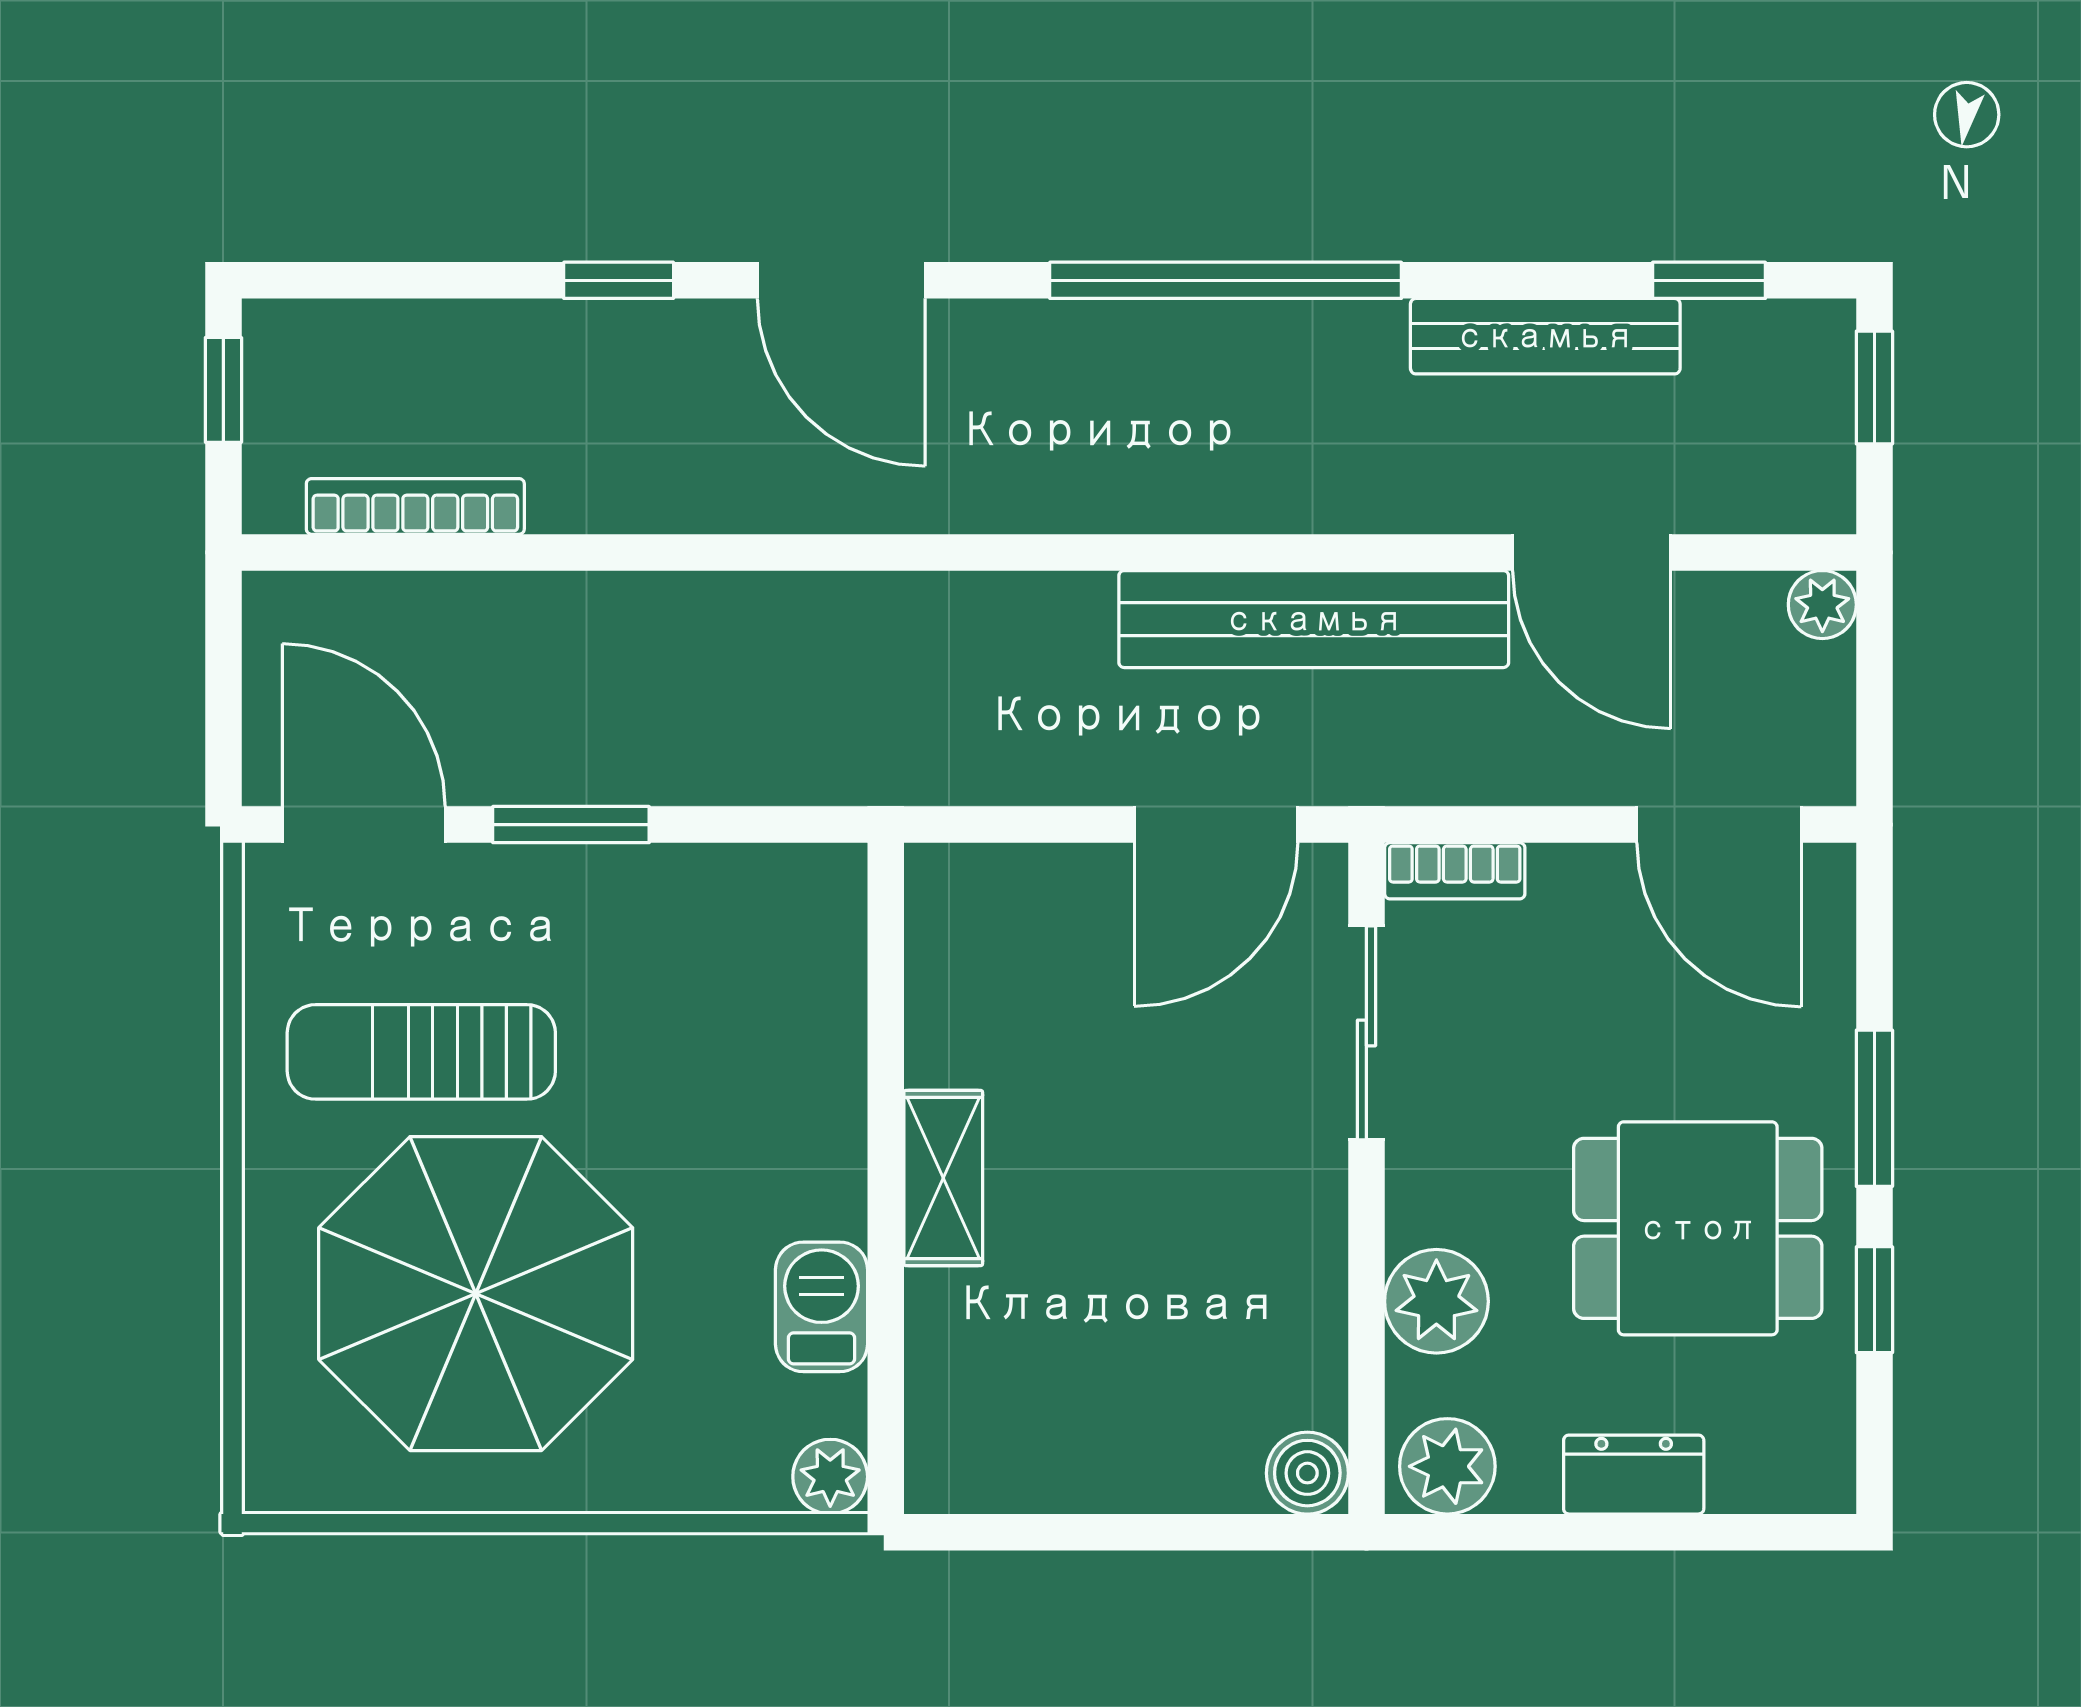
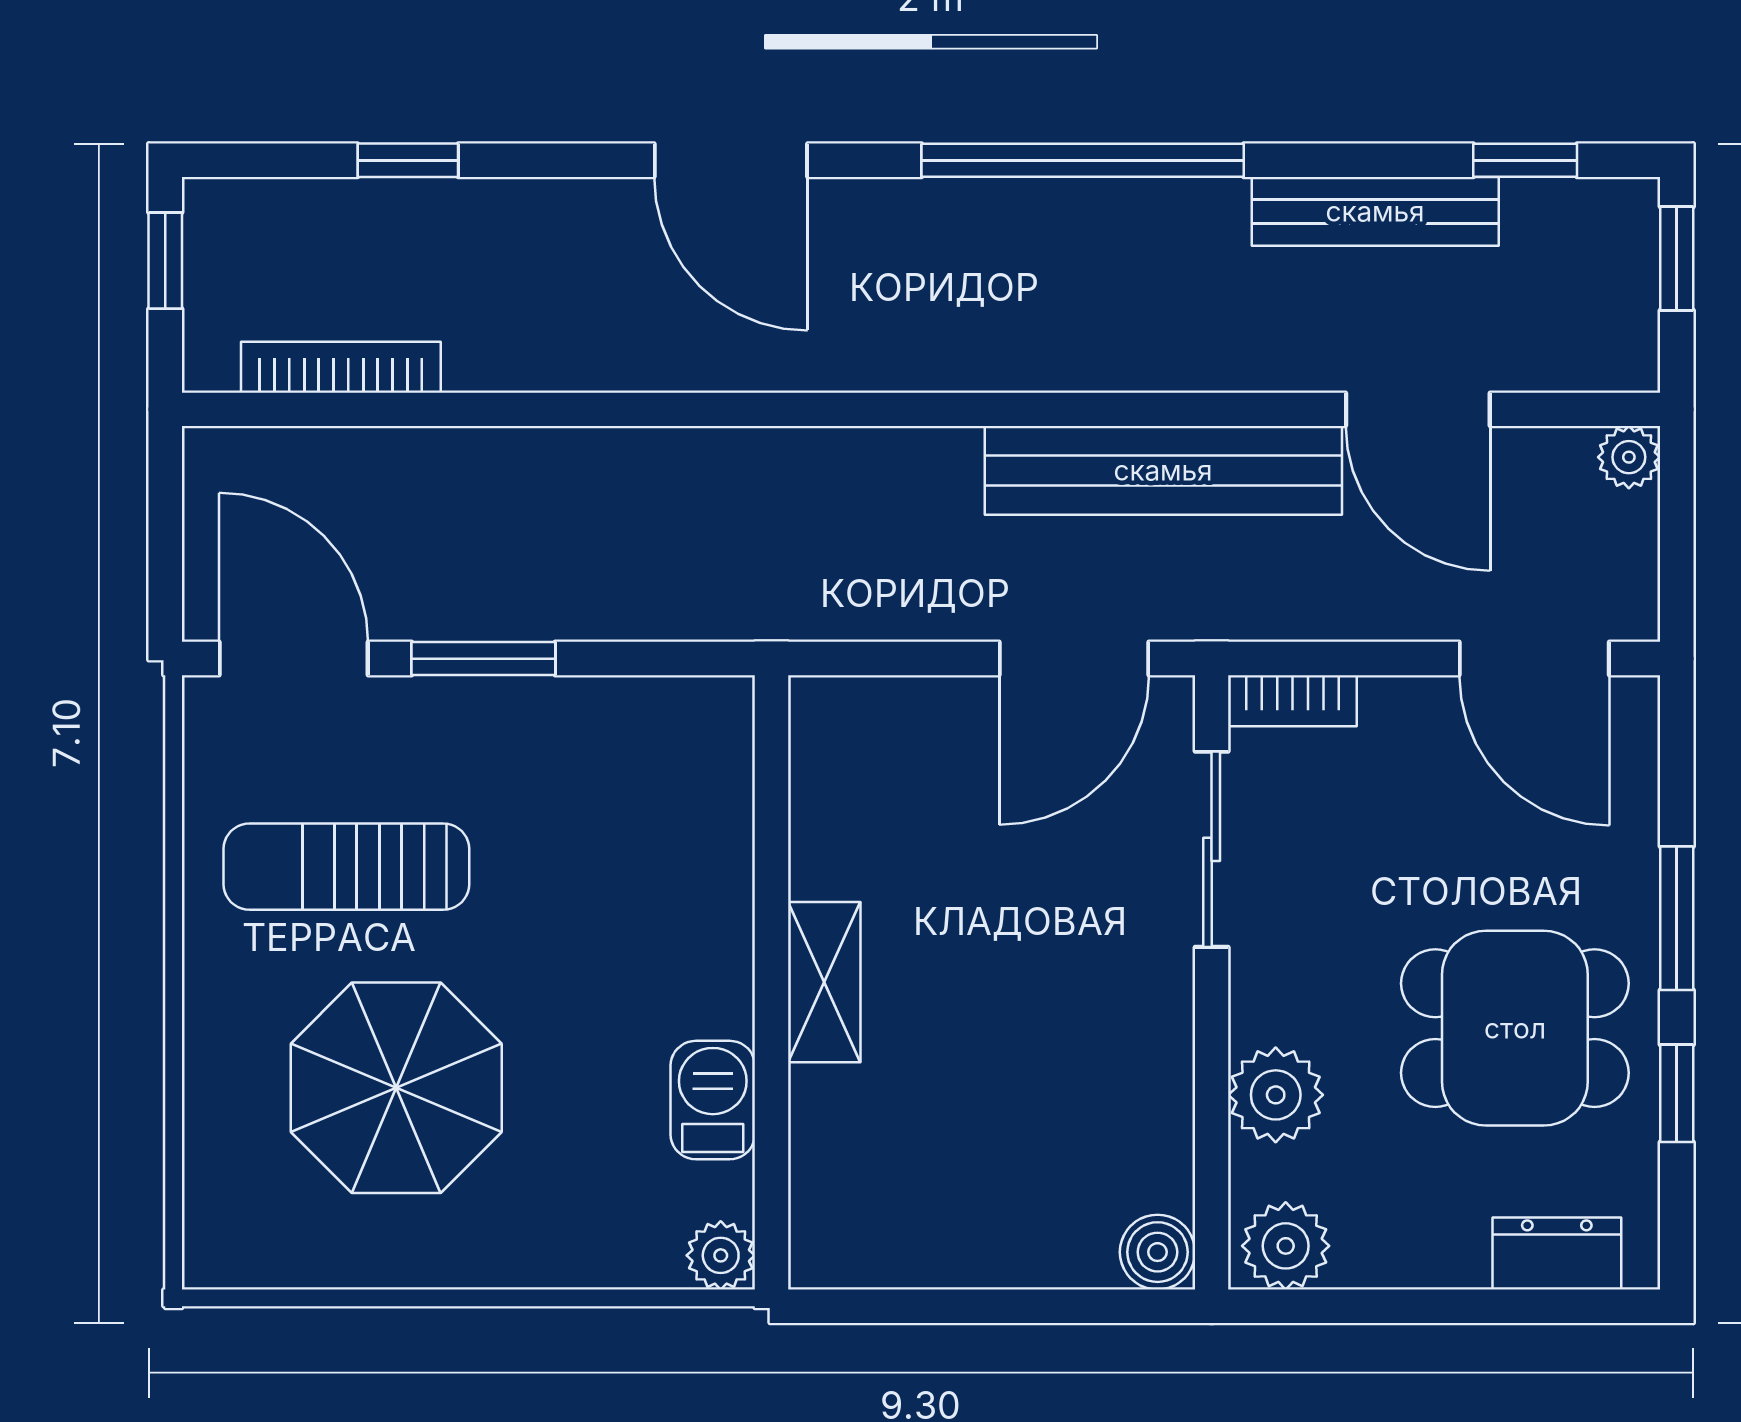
window: (619, 280) -> (408, 160), moved
parasol: (476, 1294) -> (396, 1088), width x0.73, depth x0.73
dresser: (1634, 1475) -> (1557, 1253), moved

